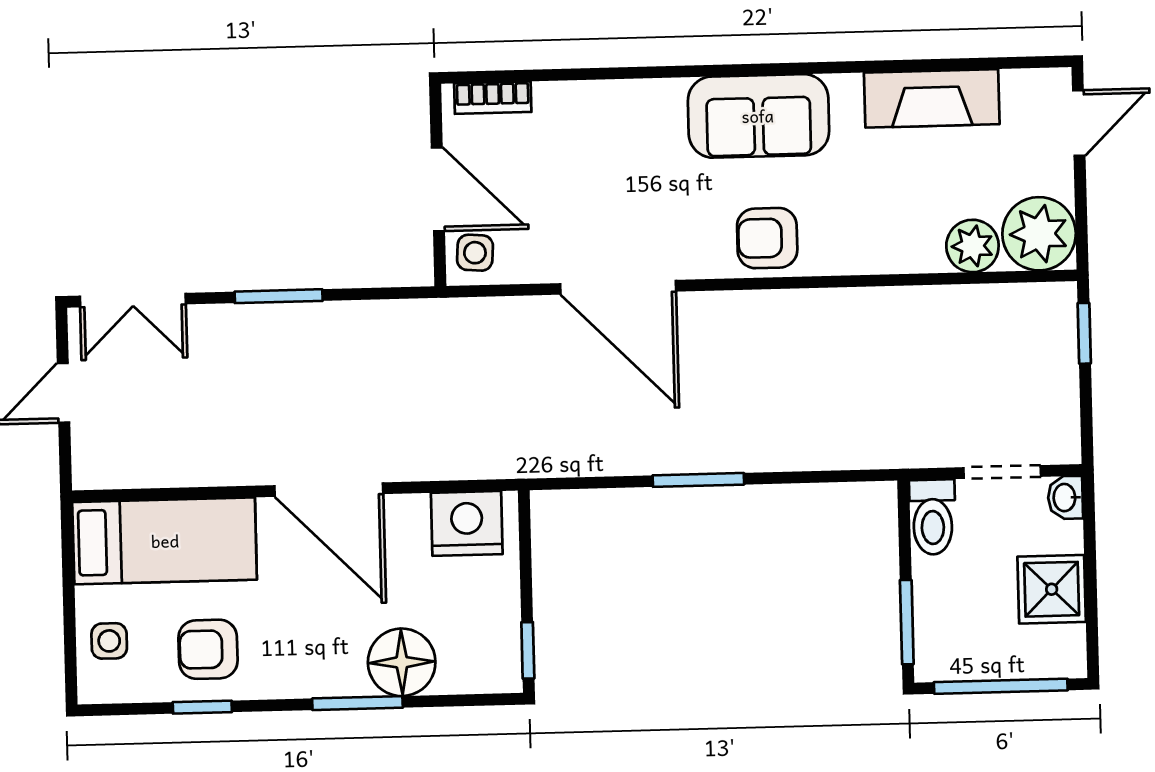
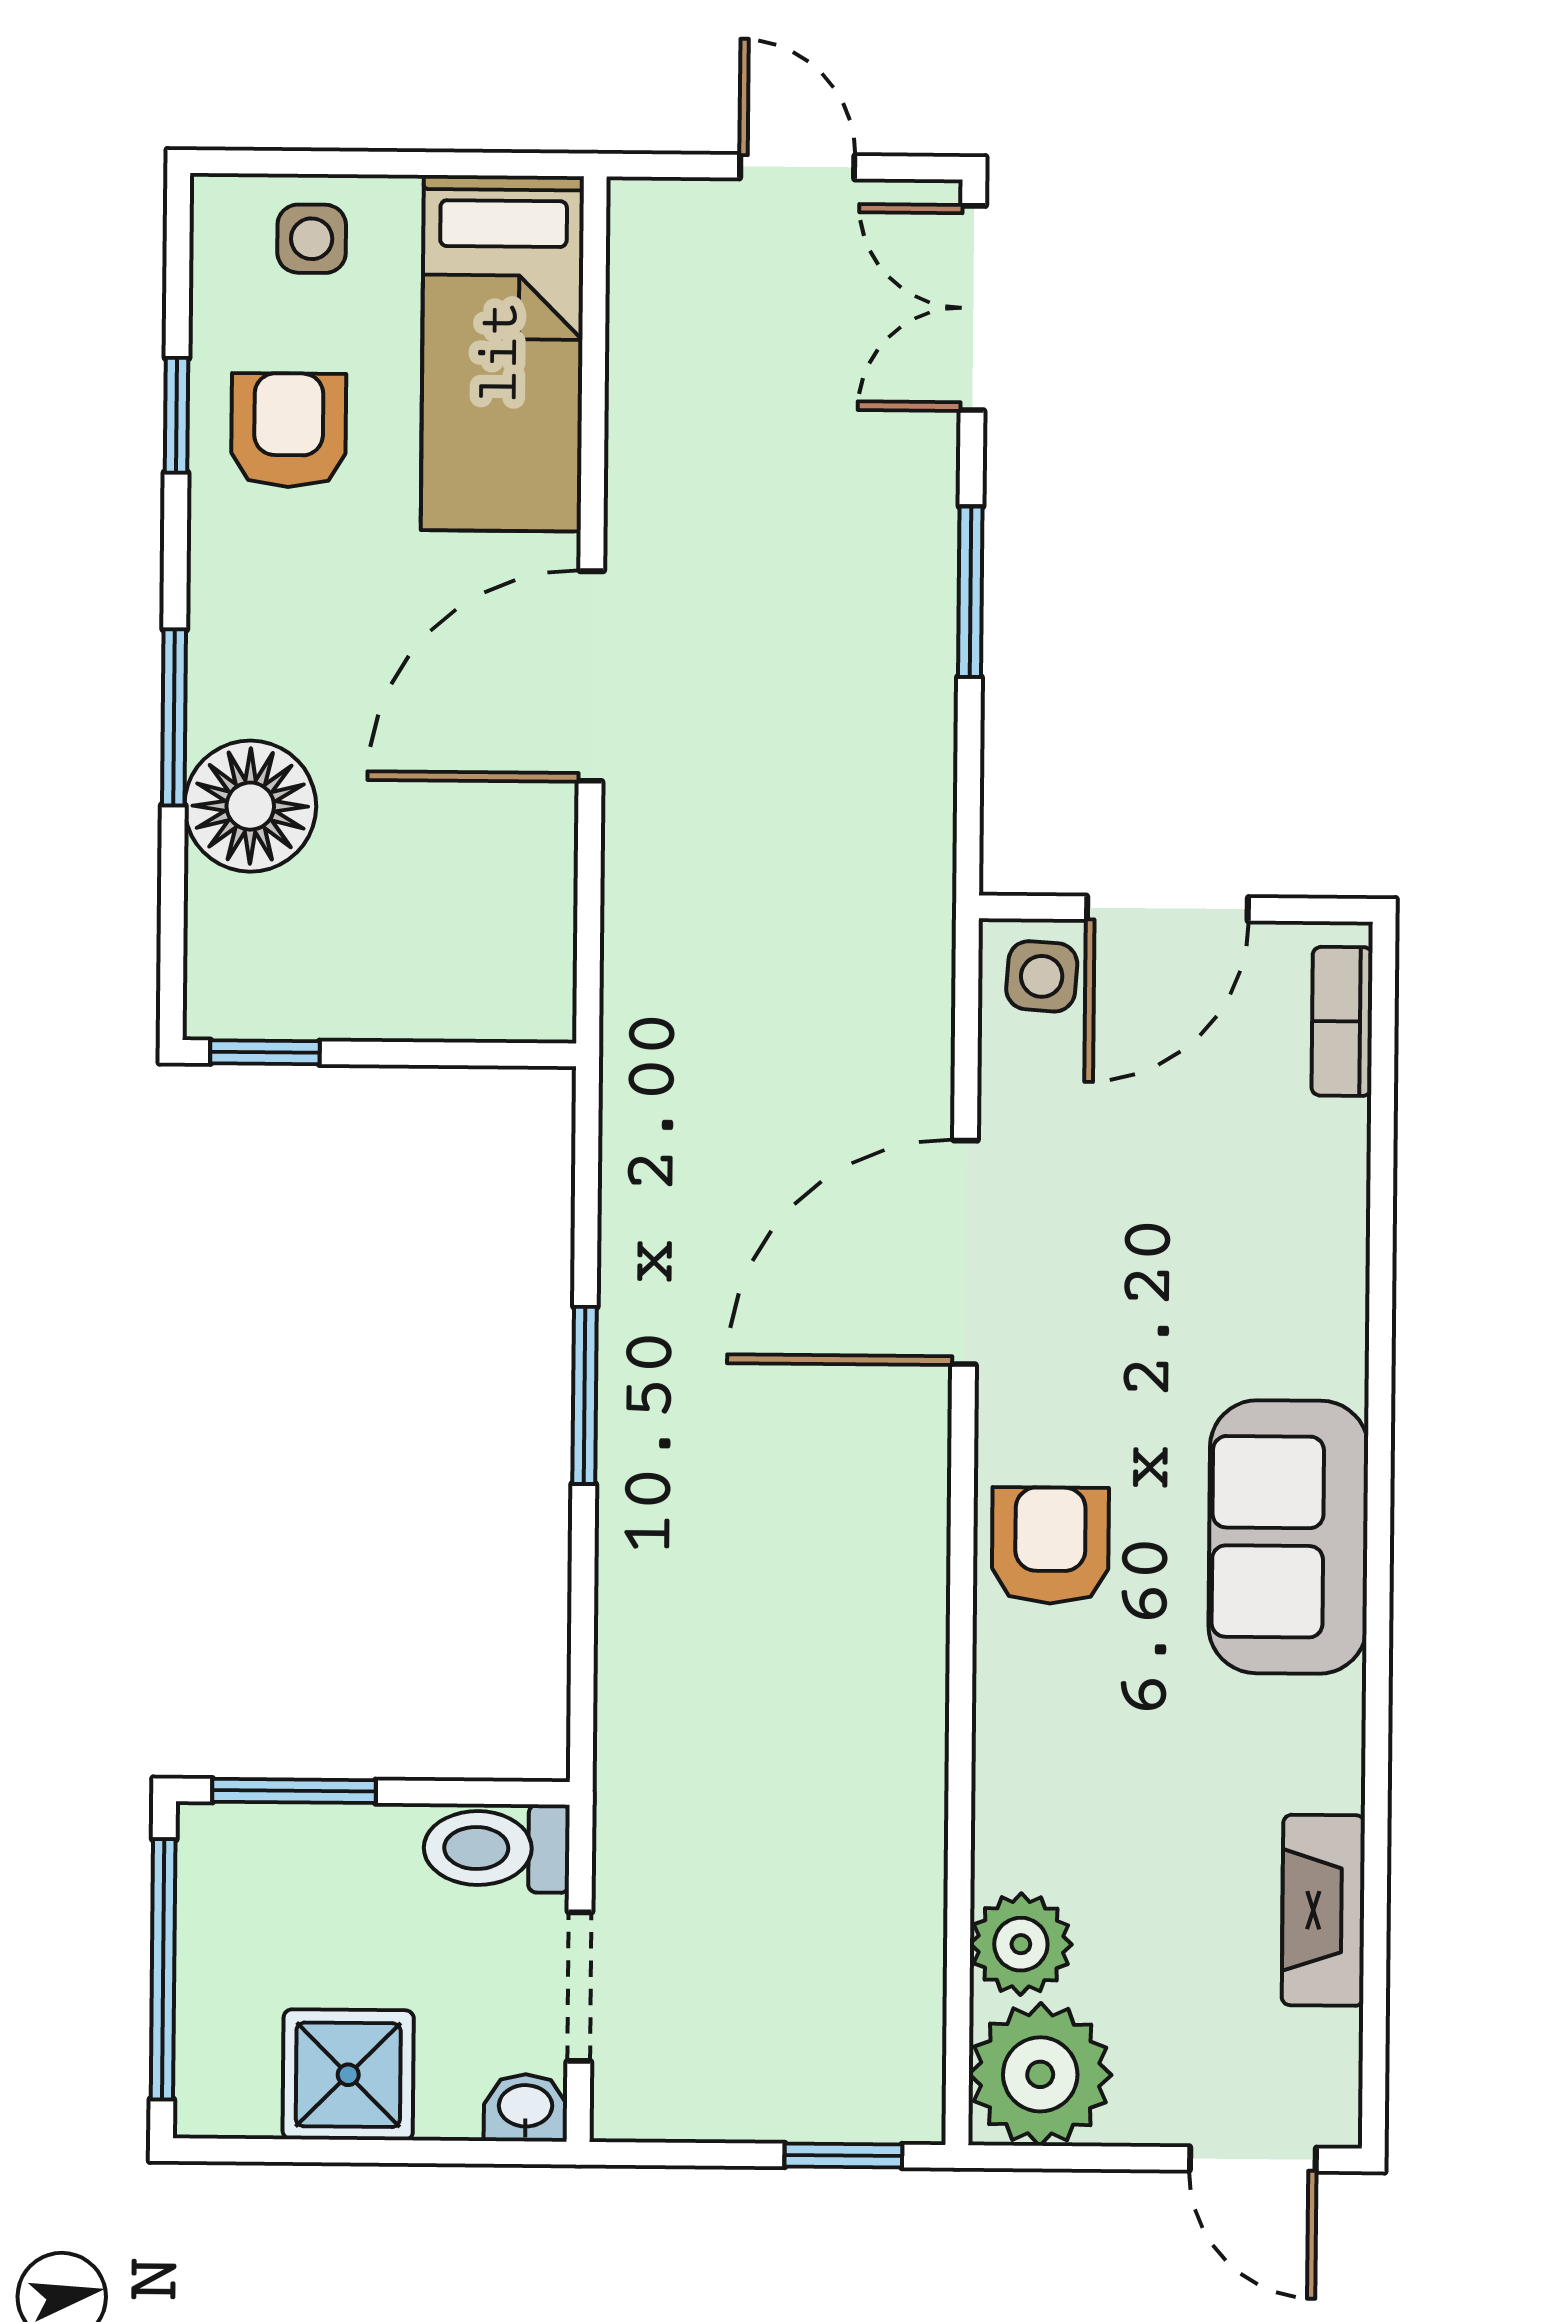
fireplace: (932, 98) -> (1323, 1910), width x0.73, depth x0.76
nightstand: (467, 523) -> (516, 942), removed

